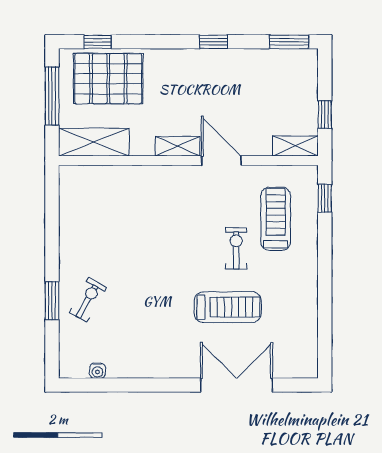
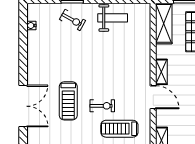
door: (221, 161) -> (153, 97), hinge flipped
treadmill: (276, 219) -> (119, 129), turned 180
weight bench: (84, 230) -> (113, 18), added

